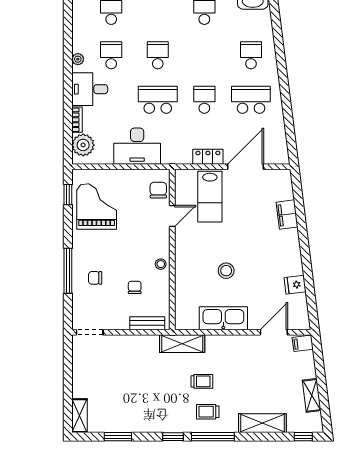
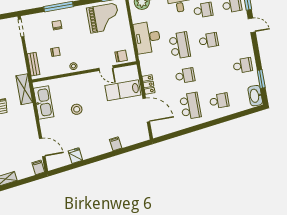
filing cabinet: (287, 215) -> (116, 144), width x0.50
kitchen sink: (223, 318) -> (44, 103), moved

